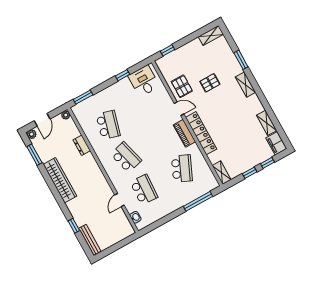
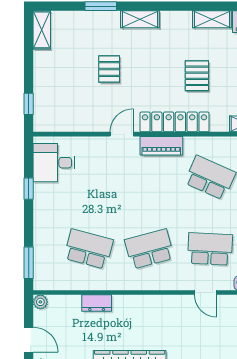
pallet: (182, 86) -> (197, 76), moved, turned 90

